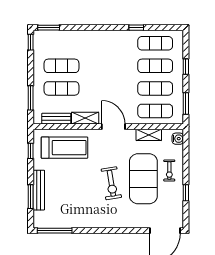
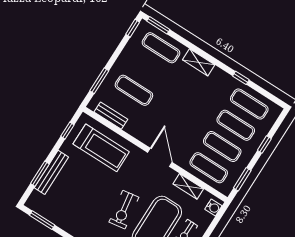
exercise mat: (62, 66) -> (161, 48), moved
shelving: (85, 118) -> (199, 62), moved
window: (55, 231) -> (42, 220), width x0.69

